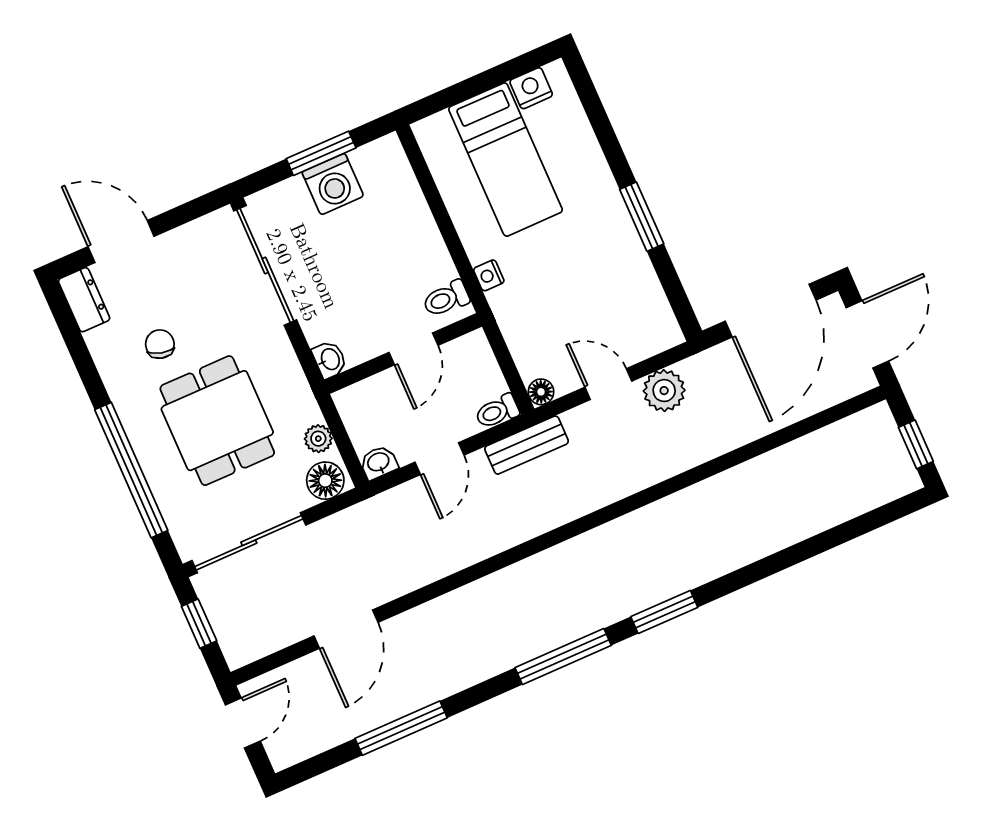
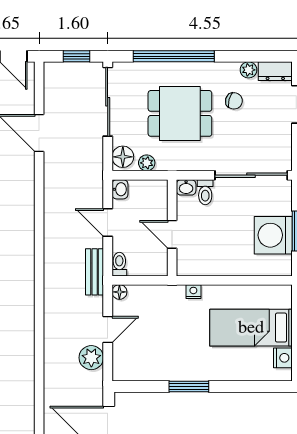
washing machine: (333, 184) -> (273, 235), width x1.37, depth x1.37
toilet: (446, 299) -> (205, 192), moved, turned 180
plant: (101, 343) -> (249, 70), added

